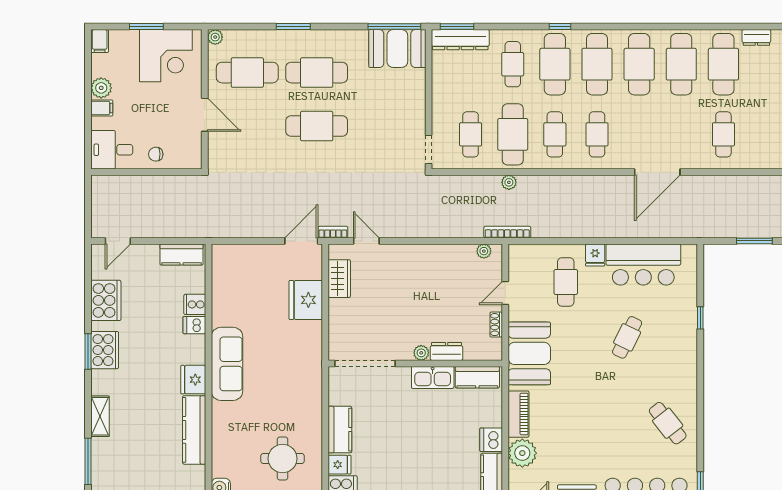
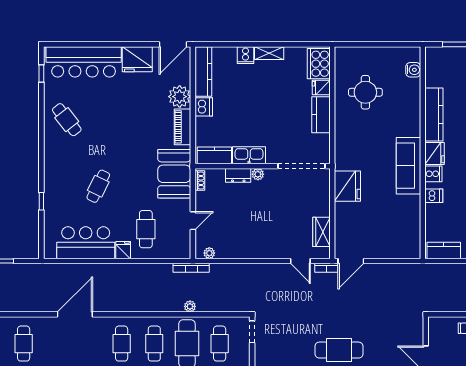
fridge: (306, 300) -> (347, 186), moved
cooker: (195, 304) -> (433, 174), moved
shoe rack: (496, 325) -> (200, 181), moved

